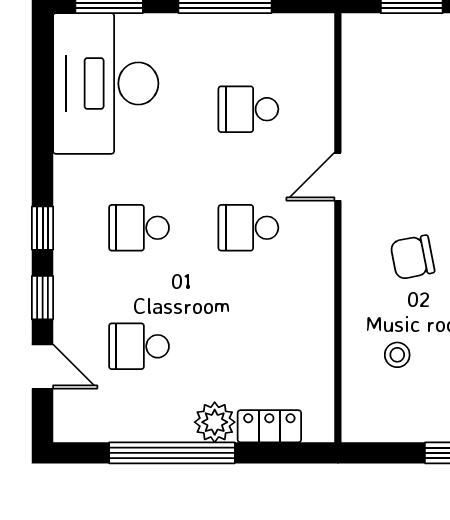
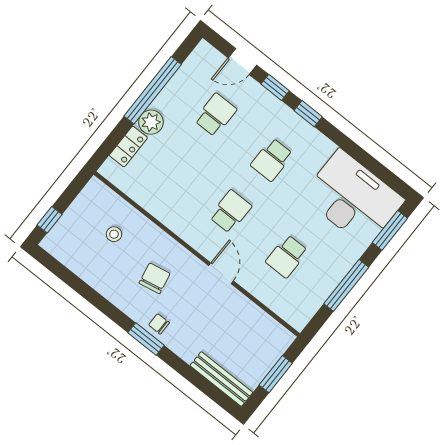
school desk: (248, 109) -> (287, 256), turned 180
school desk: (139, 228) -> (272, 160), turned 180

